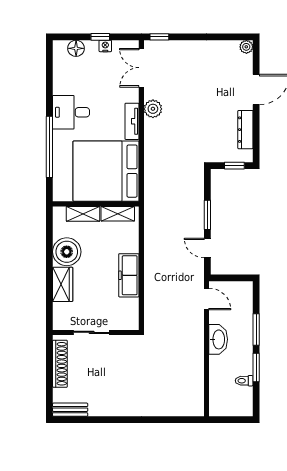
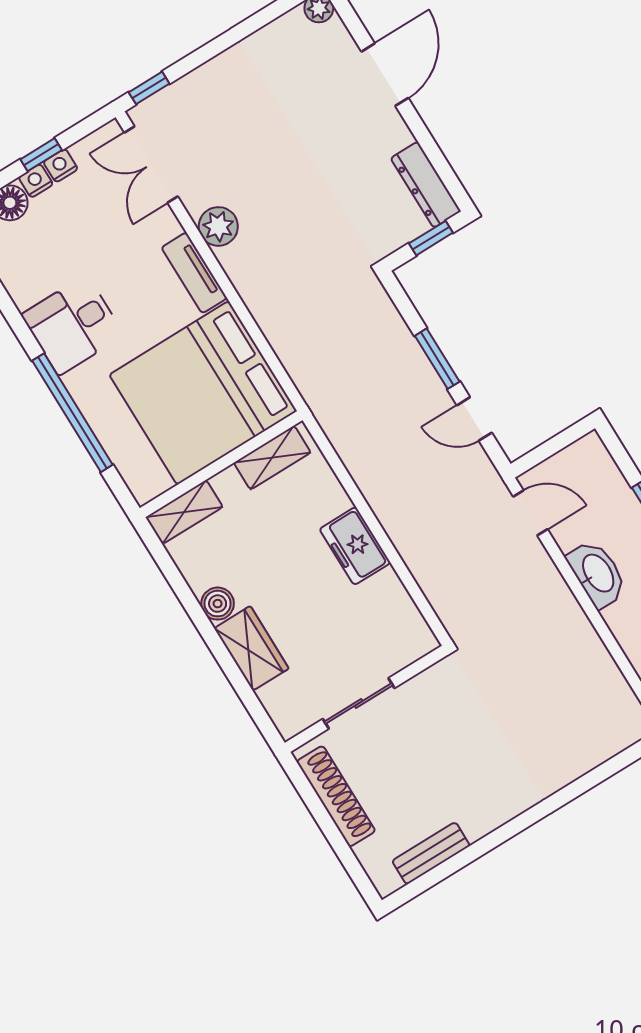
nightstand: (92, 46) -> (36, 181), added
dresser: (245, 130) -> (426, 185), moved
shelving: (83, 214) -> (184, 512), moved
boiler: (67, 252) -> (218, 604), width x0.54, depth x0.54
freezer: (129, 275) -> (355, 546), width x0.71
bench: (70, 410) -> (431, 853), moved

